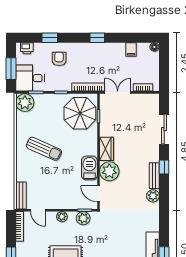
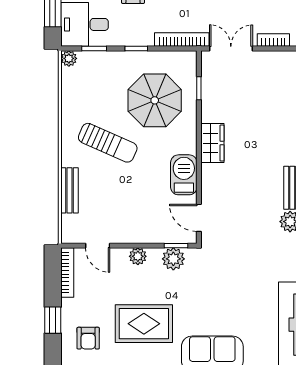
plant: (25, 103) -> (69, 58), width x0.53, depth x0.53
parasol: (80, 113) -> (155, 100), moved
plant: (109, 171) -> (217, 180), removed
bench: (21, 195) -> (69, 190), moved

